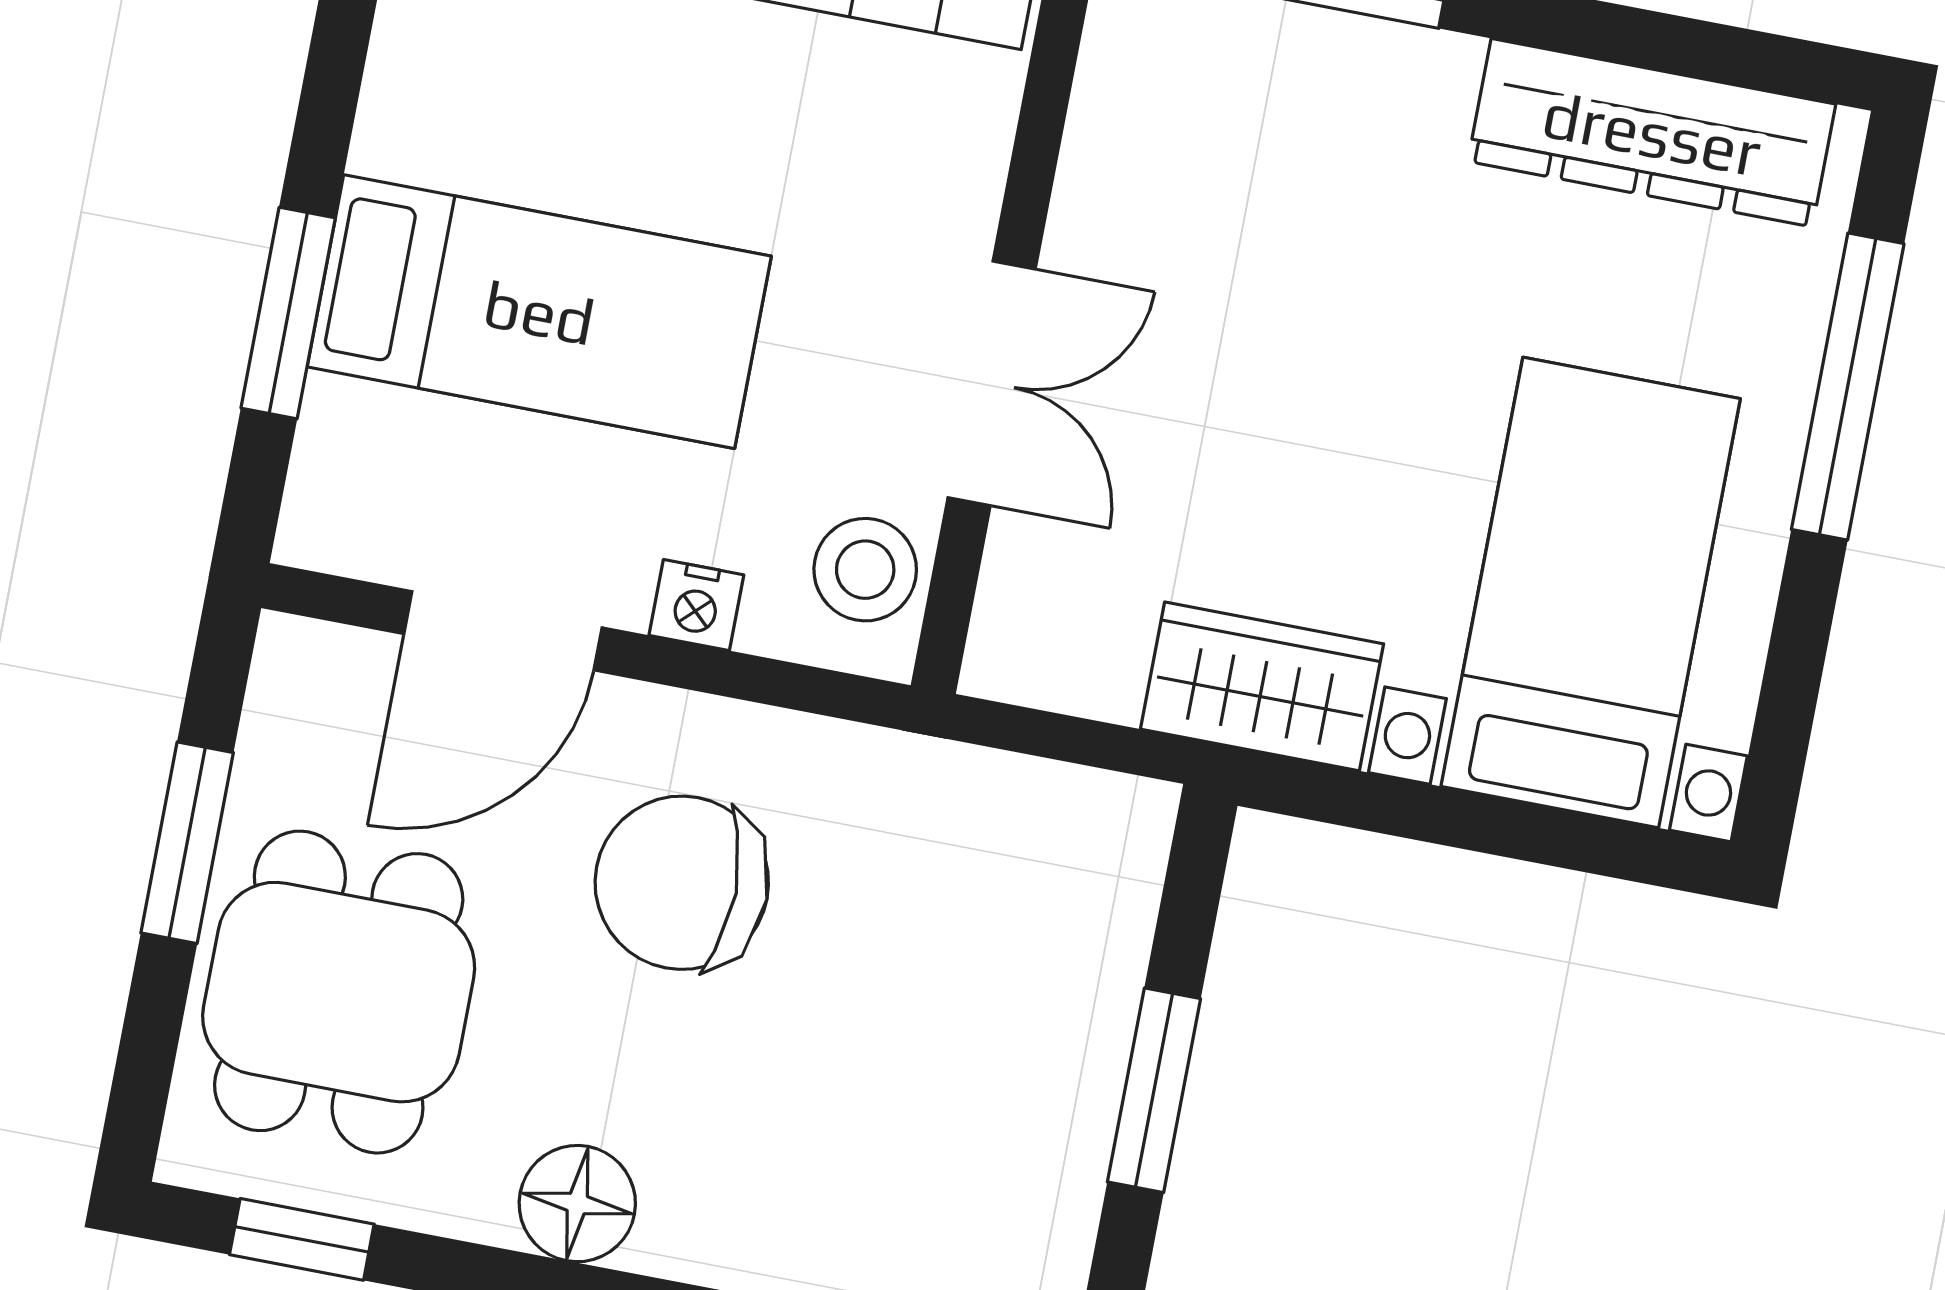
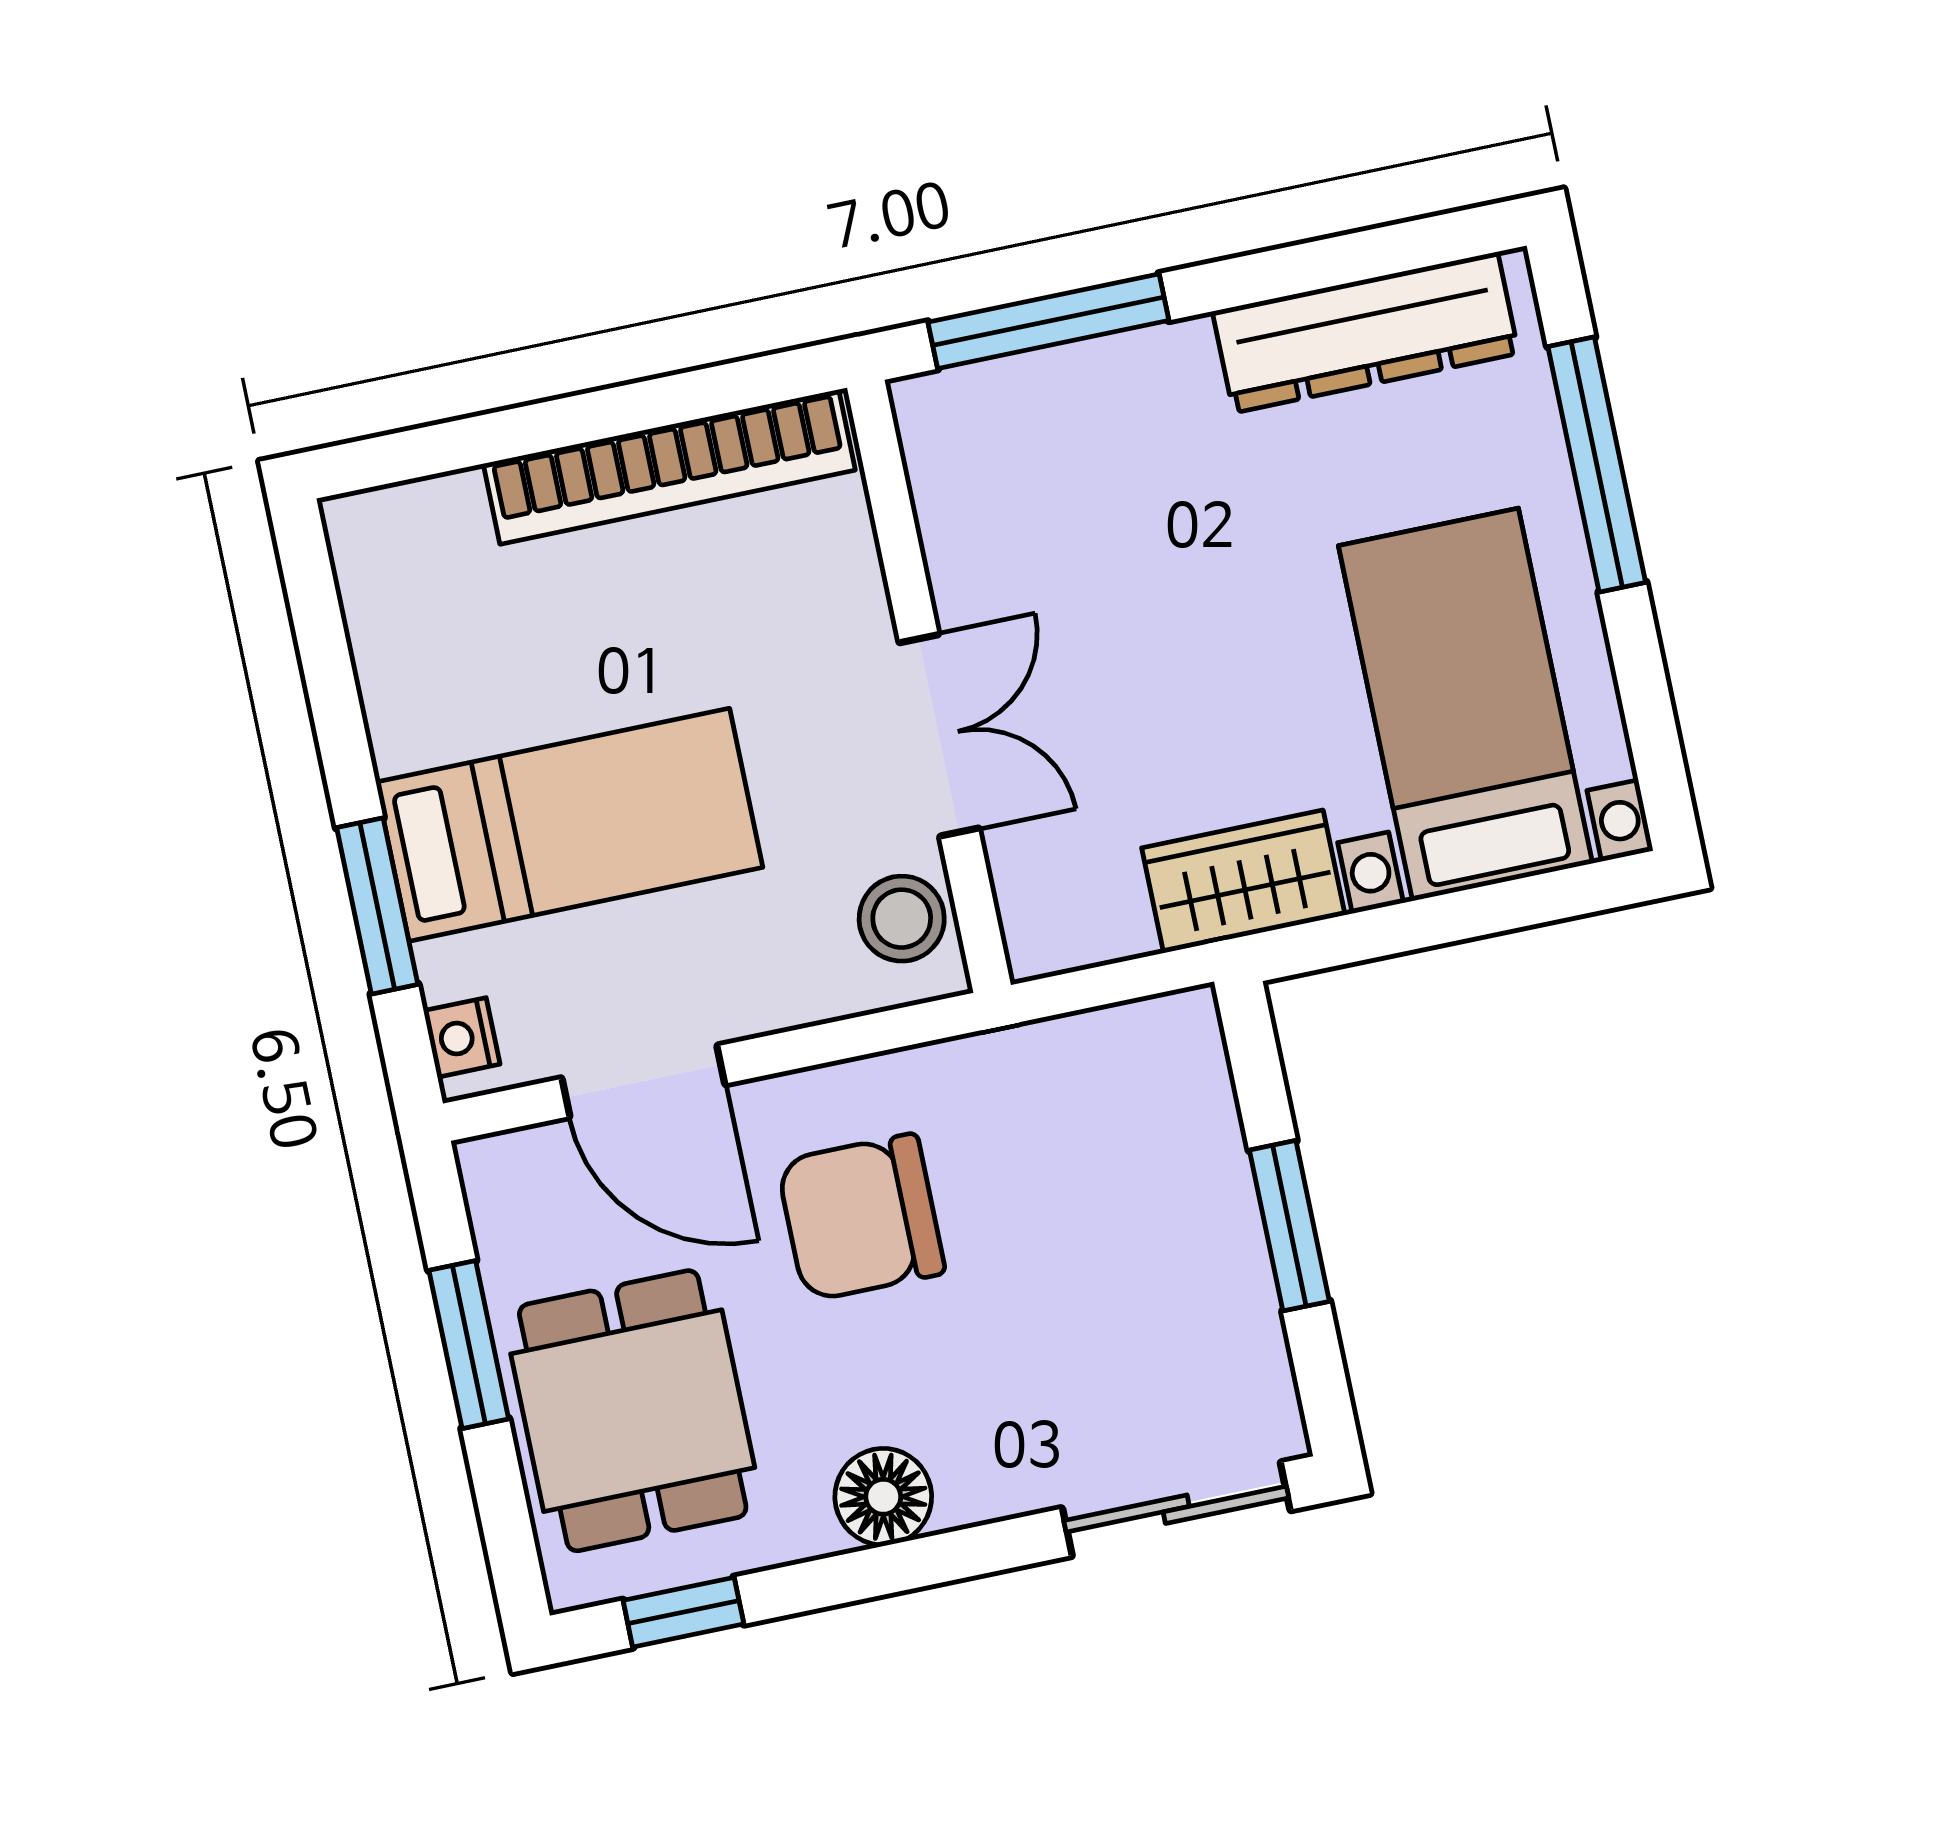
nightstand: (696, 605) -> (462, 1037), moved, turned 90
door: (503, 631) -> (643, 1081), hinge flipped

